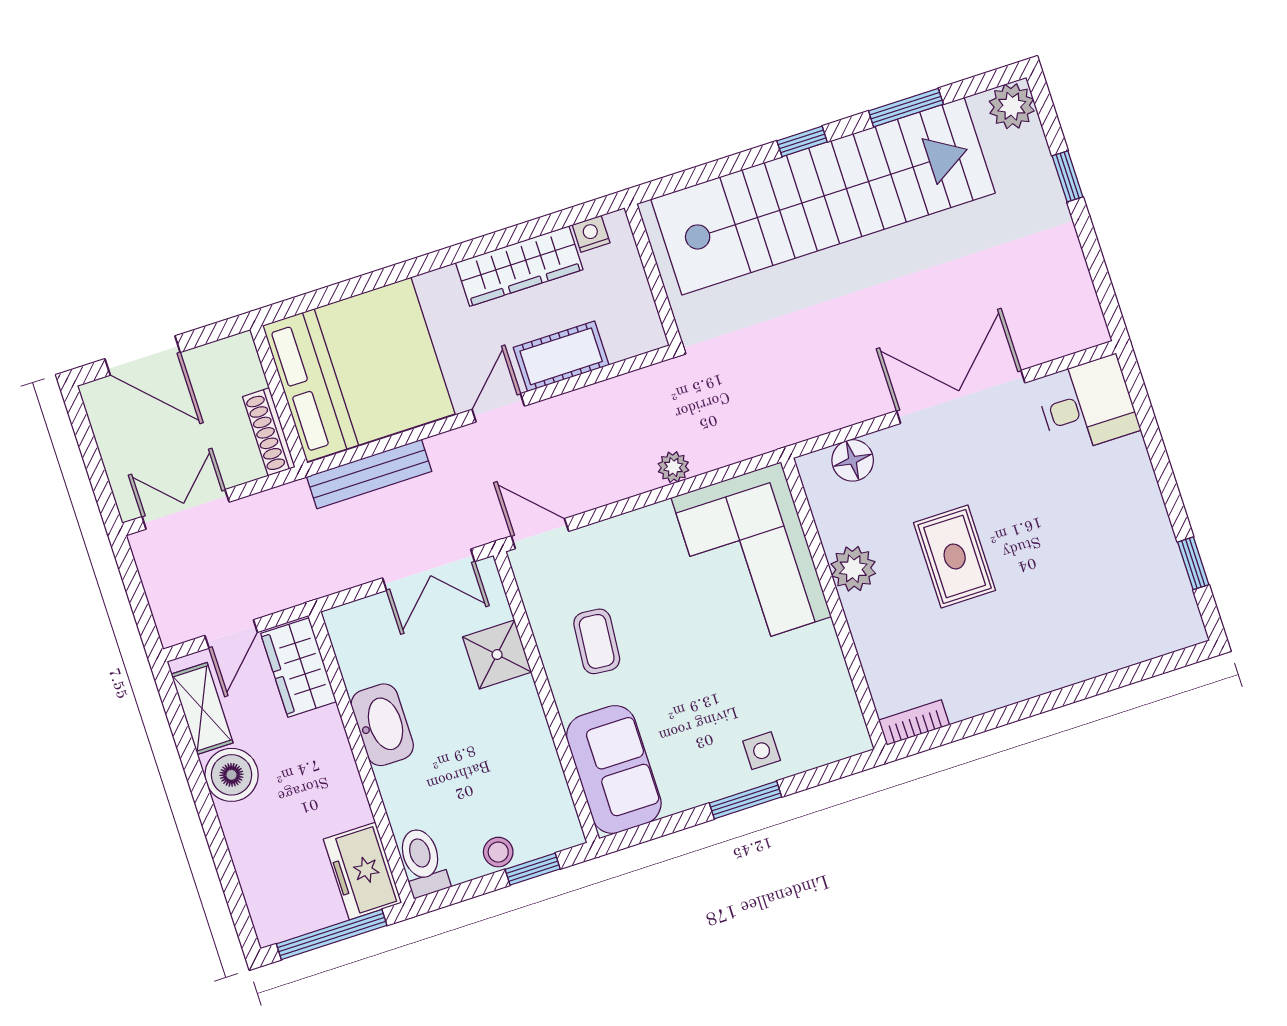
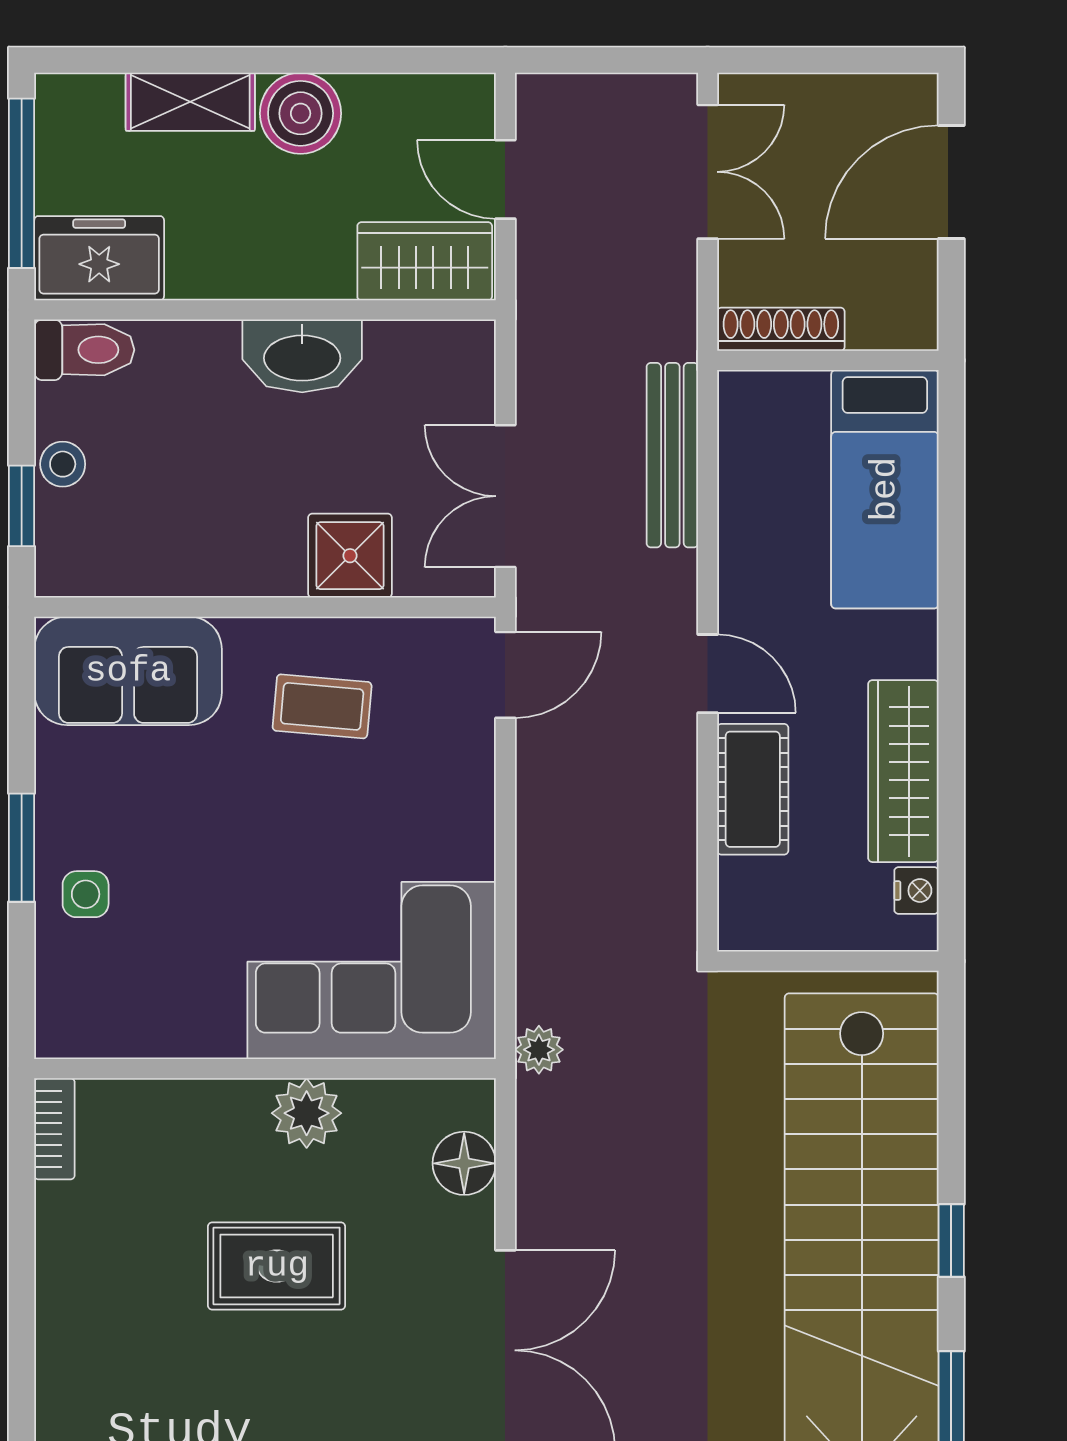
bed: (359, 370) -> (885, 489), width x0.49
plant: (673, 467) -> (539, 1050), moved
shelving: (202, 708) -> (190, 102), moved

